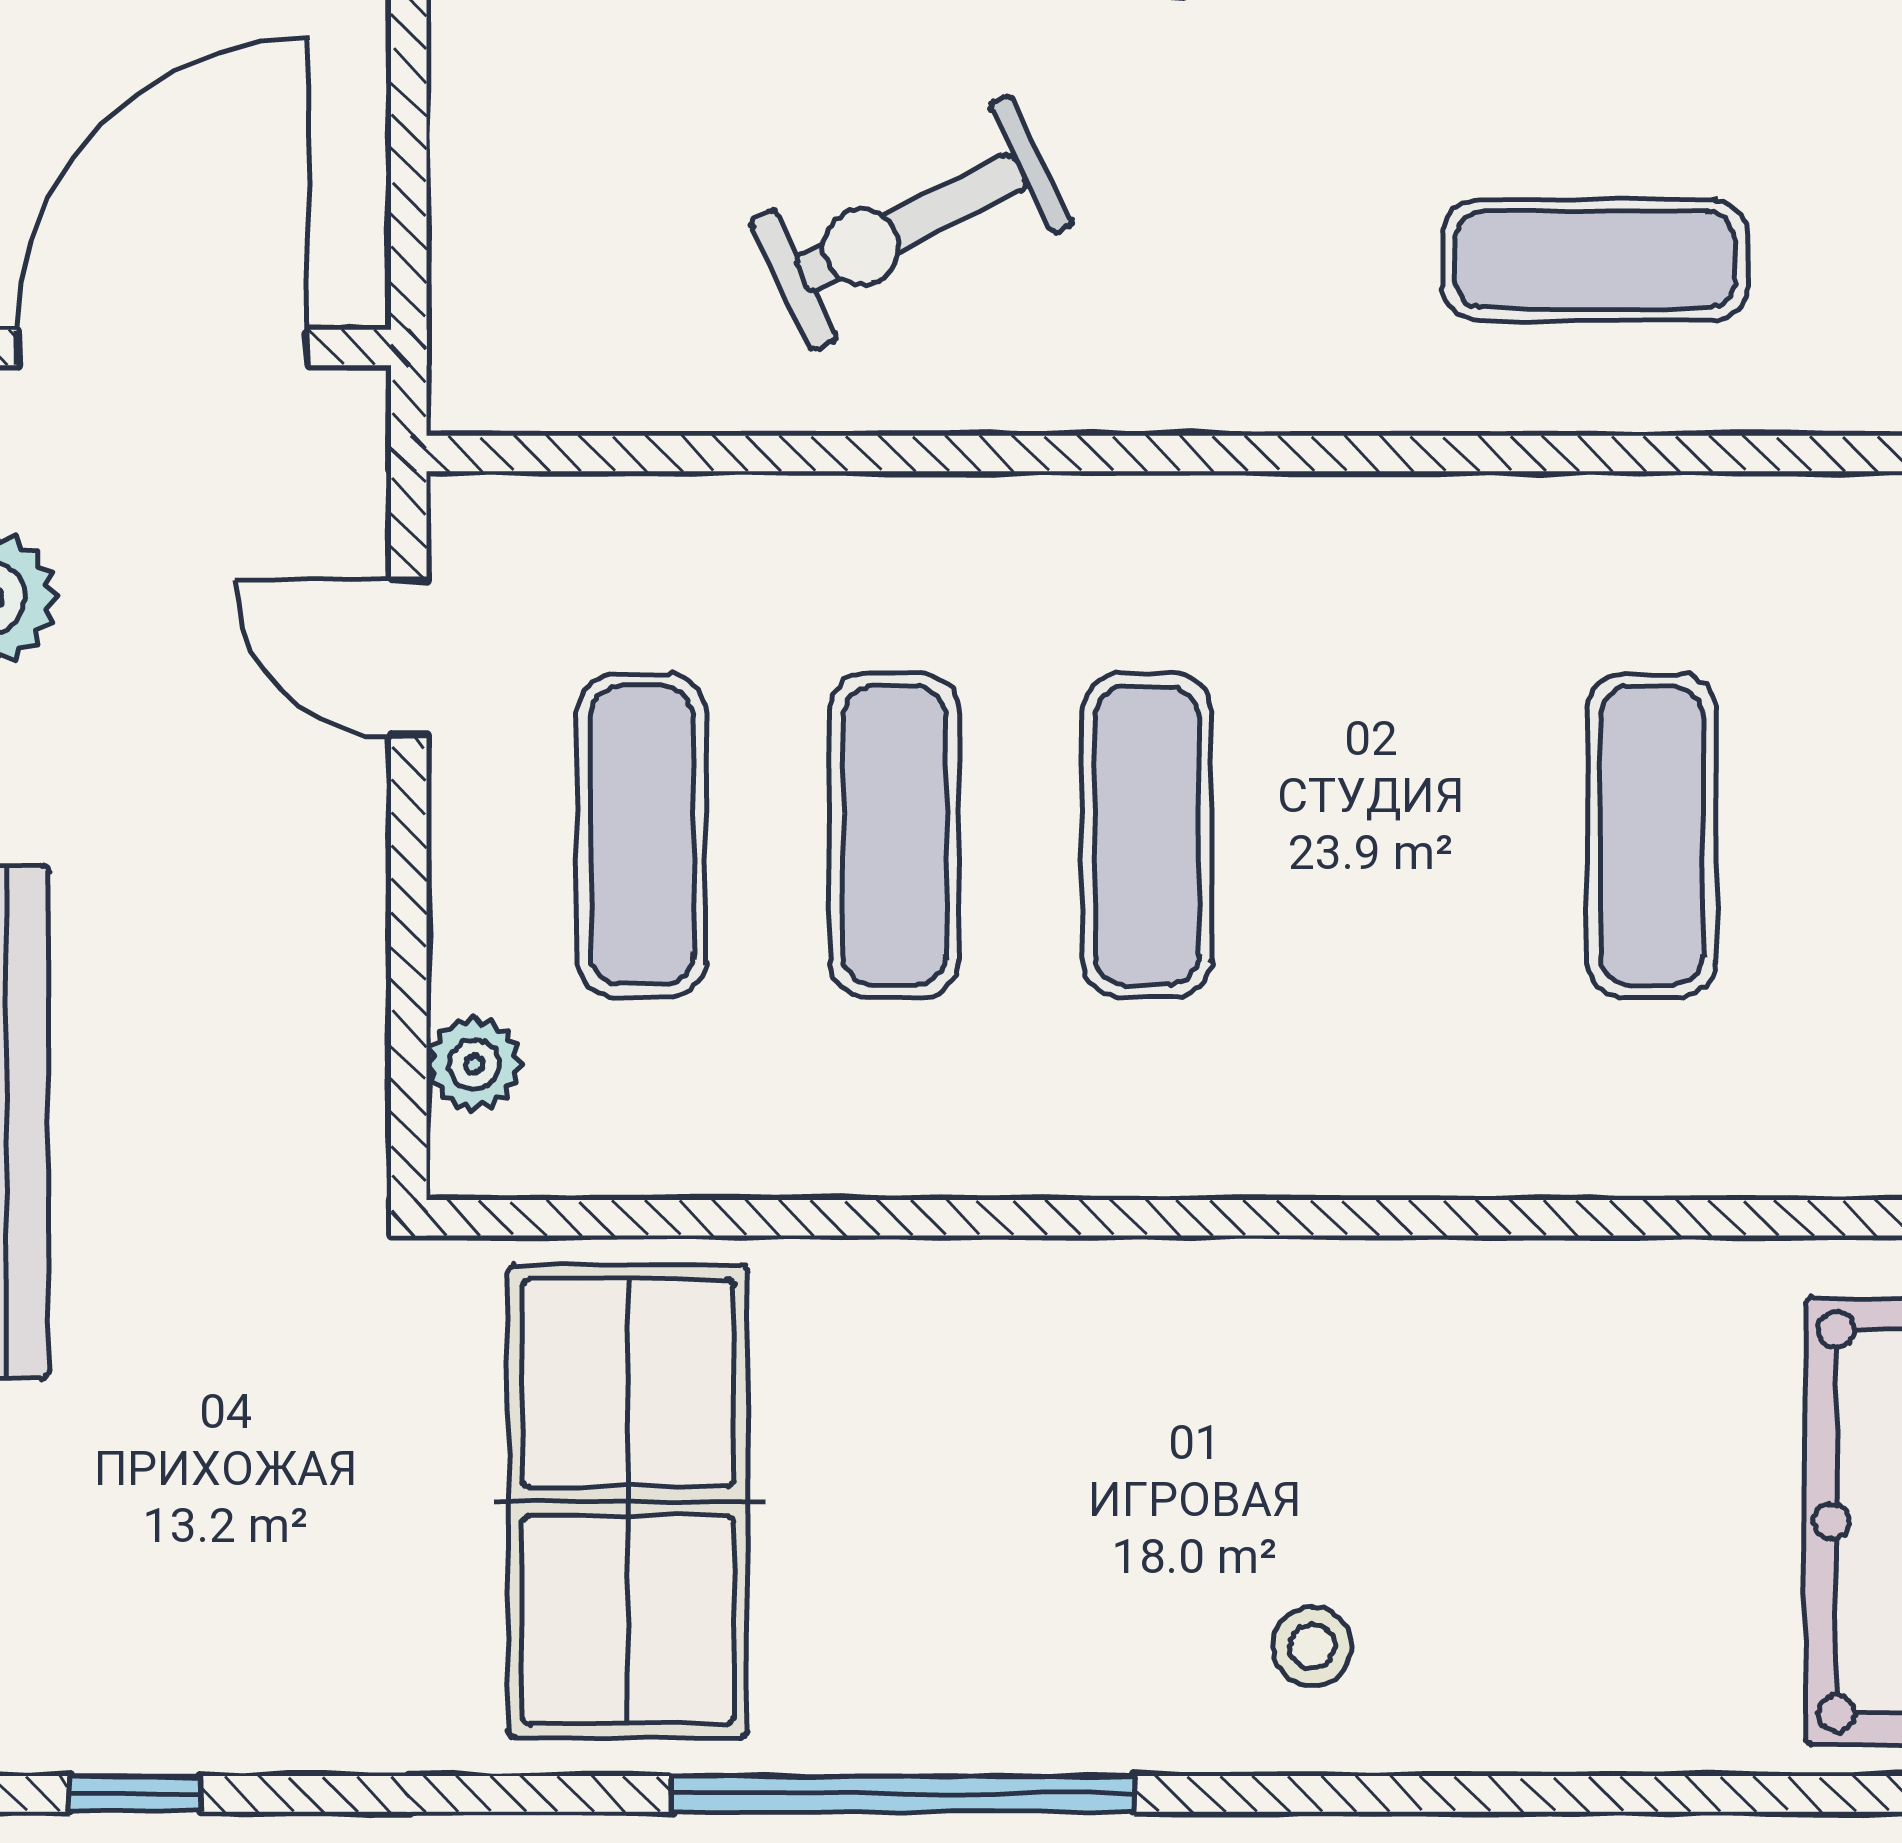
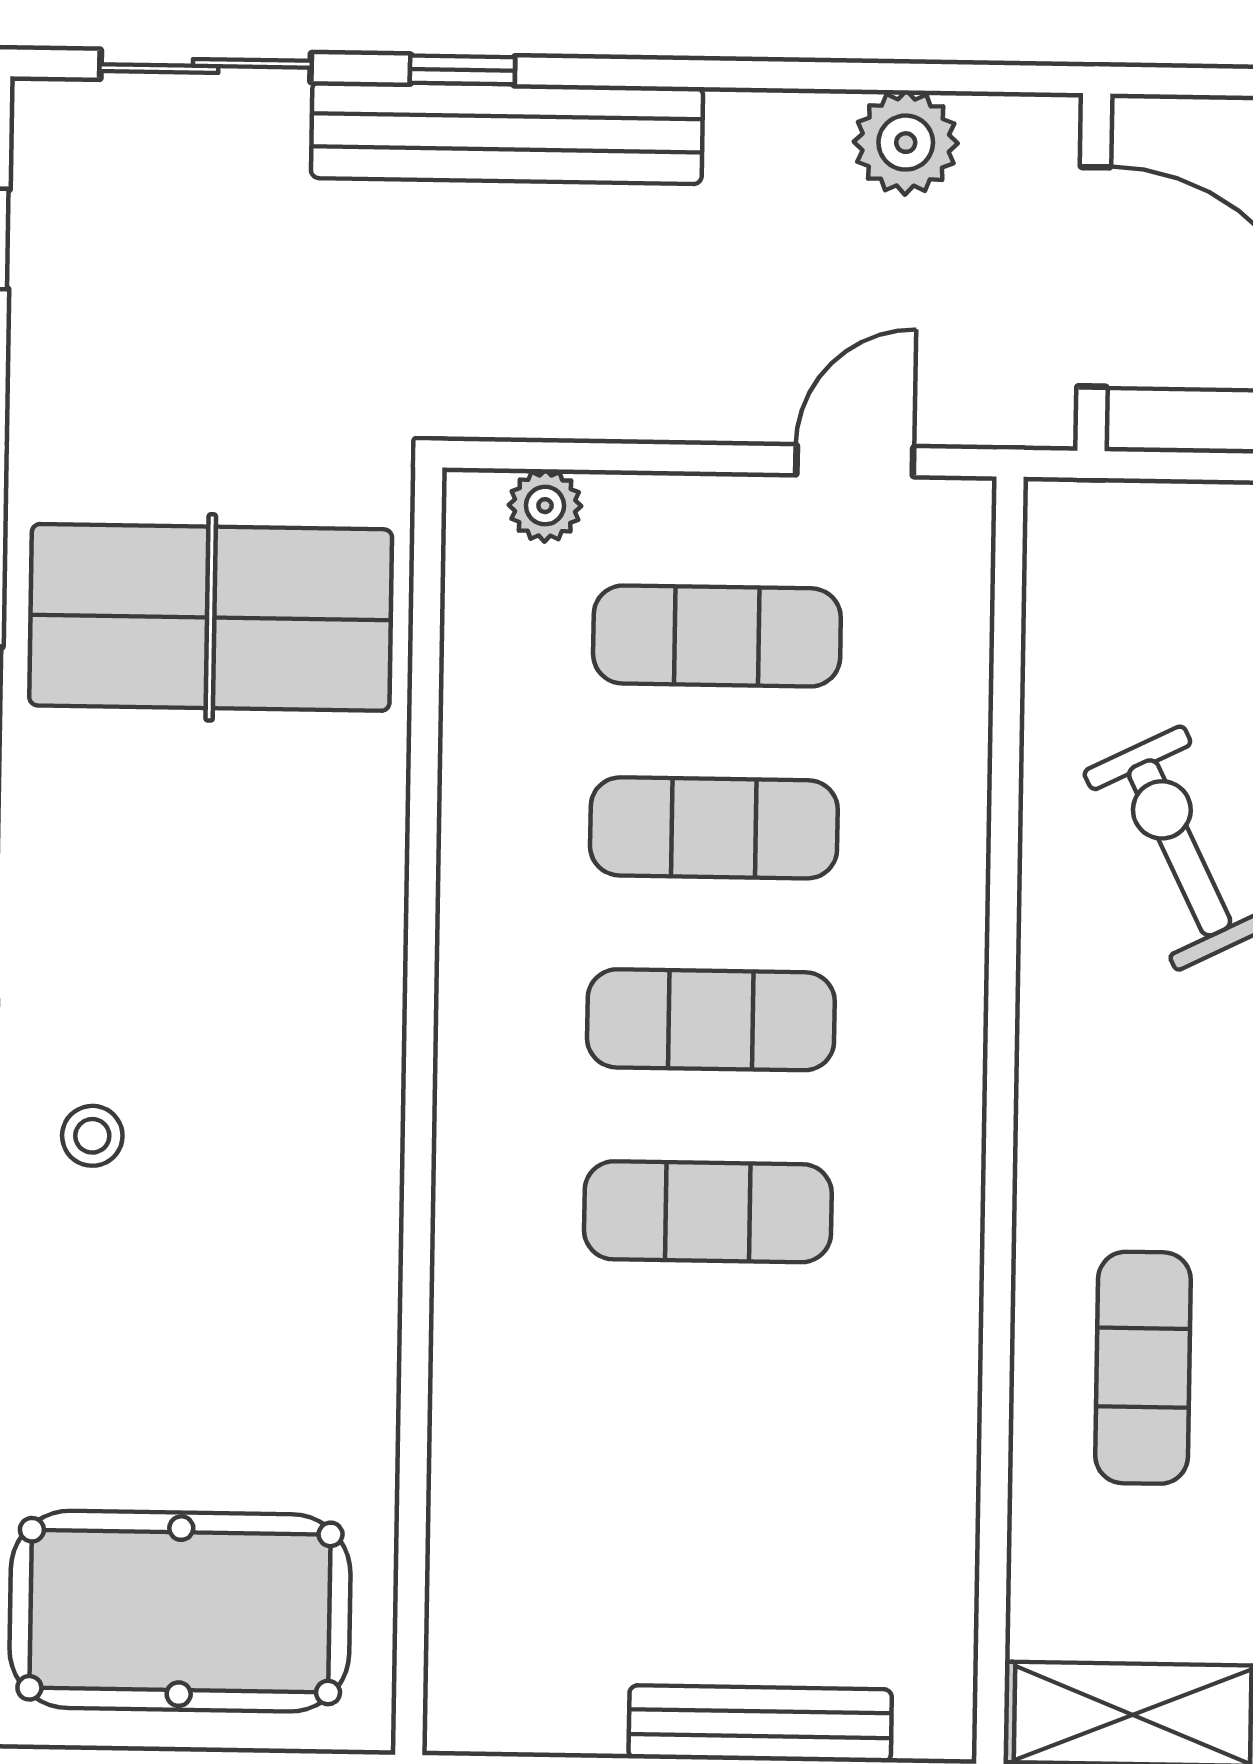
exercise mat: (1652, 836) -> (708, 1212), moved

